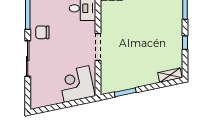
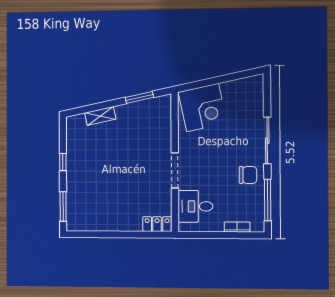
doorway: (98, 47) -> (175, 170), moved
shelving: (170, 75) -> (100, 116), moved

